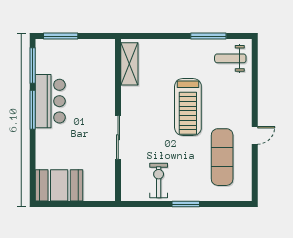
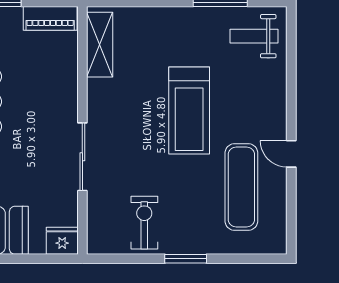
piano: (97, 47) -> (50, 18), added
door: (255, 135) -> (291, 154), swing flipped
fridge: (105, 192) -> (62, 241), added

